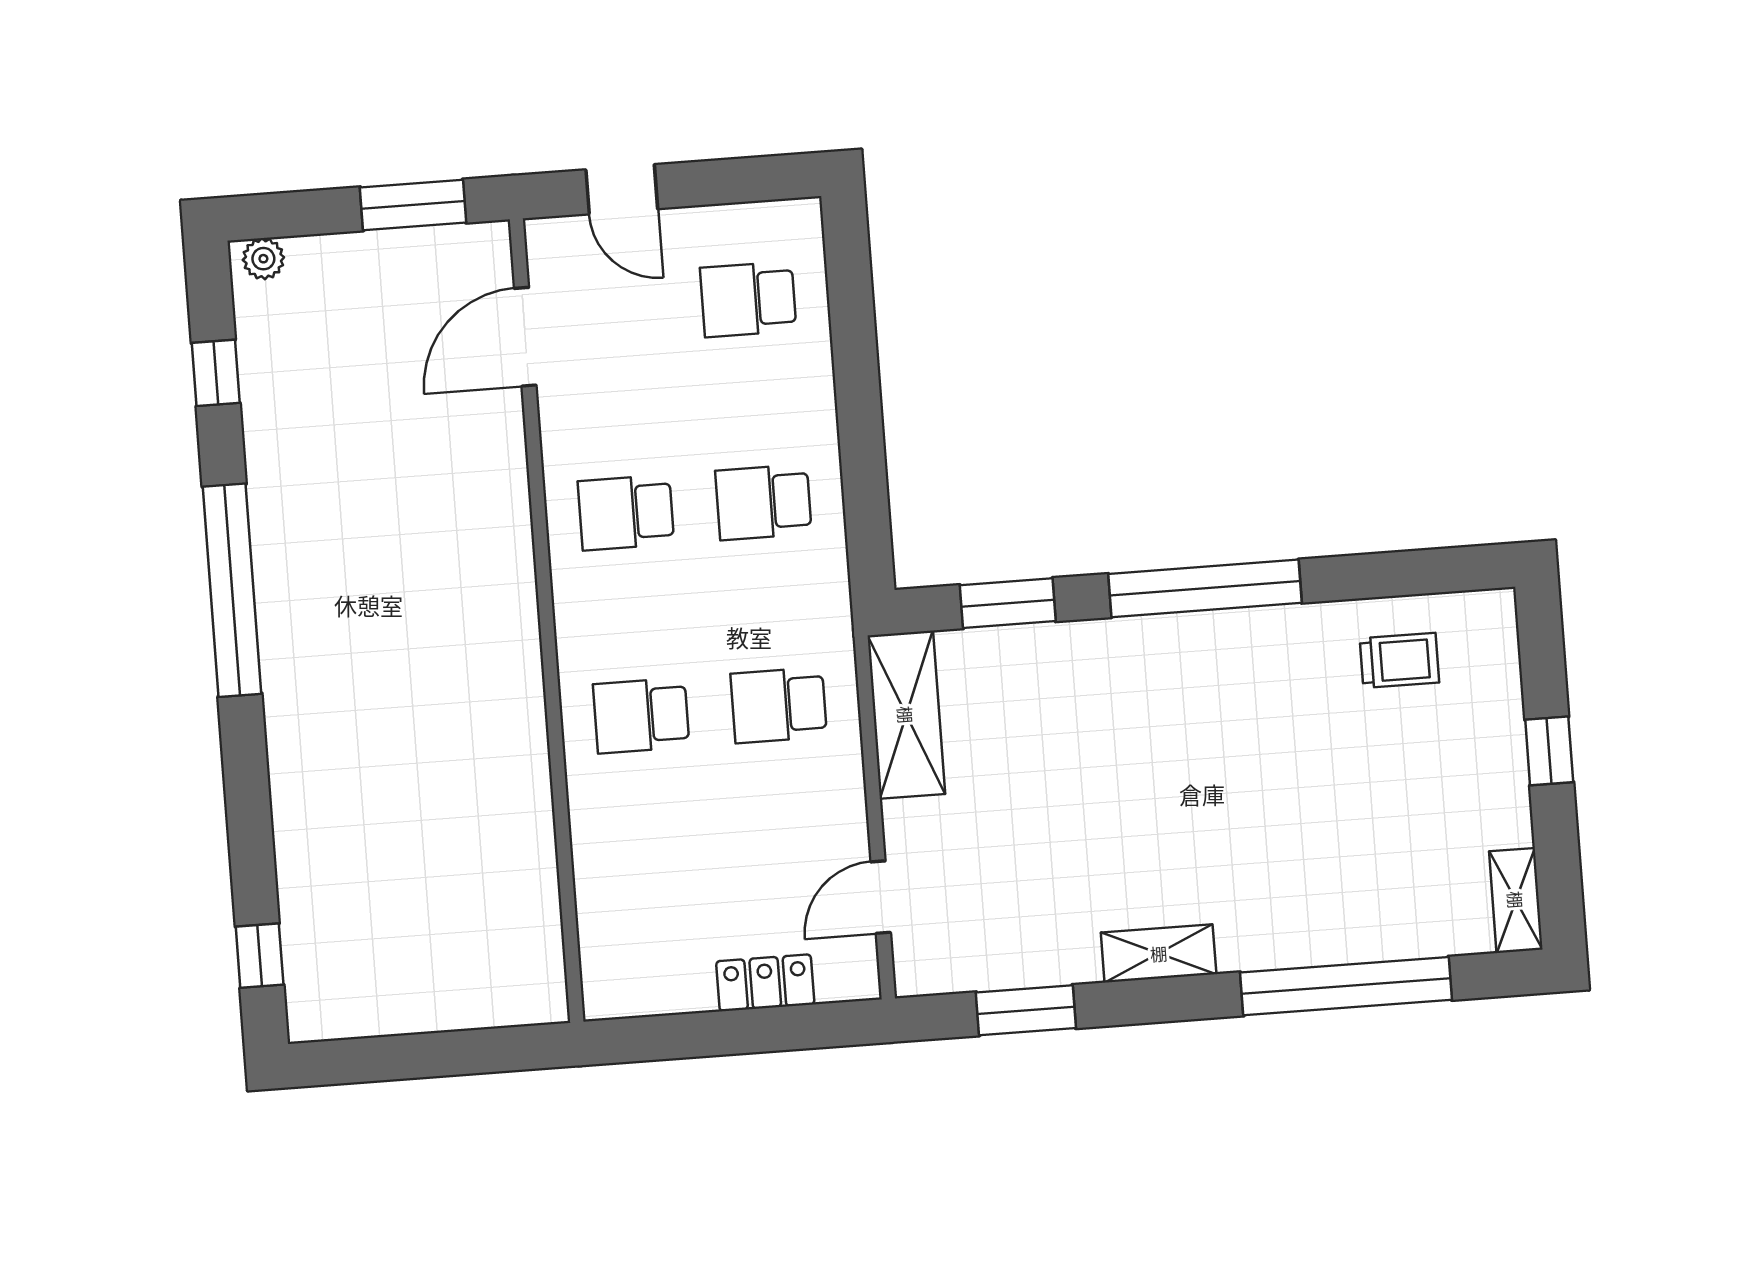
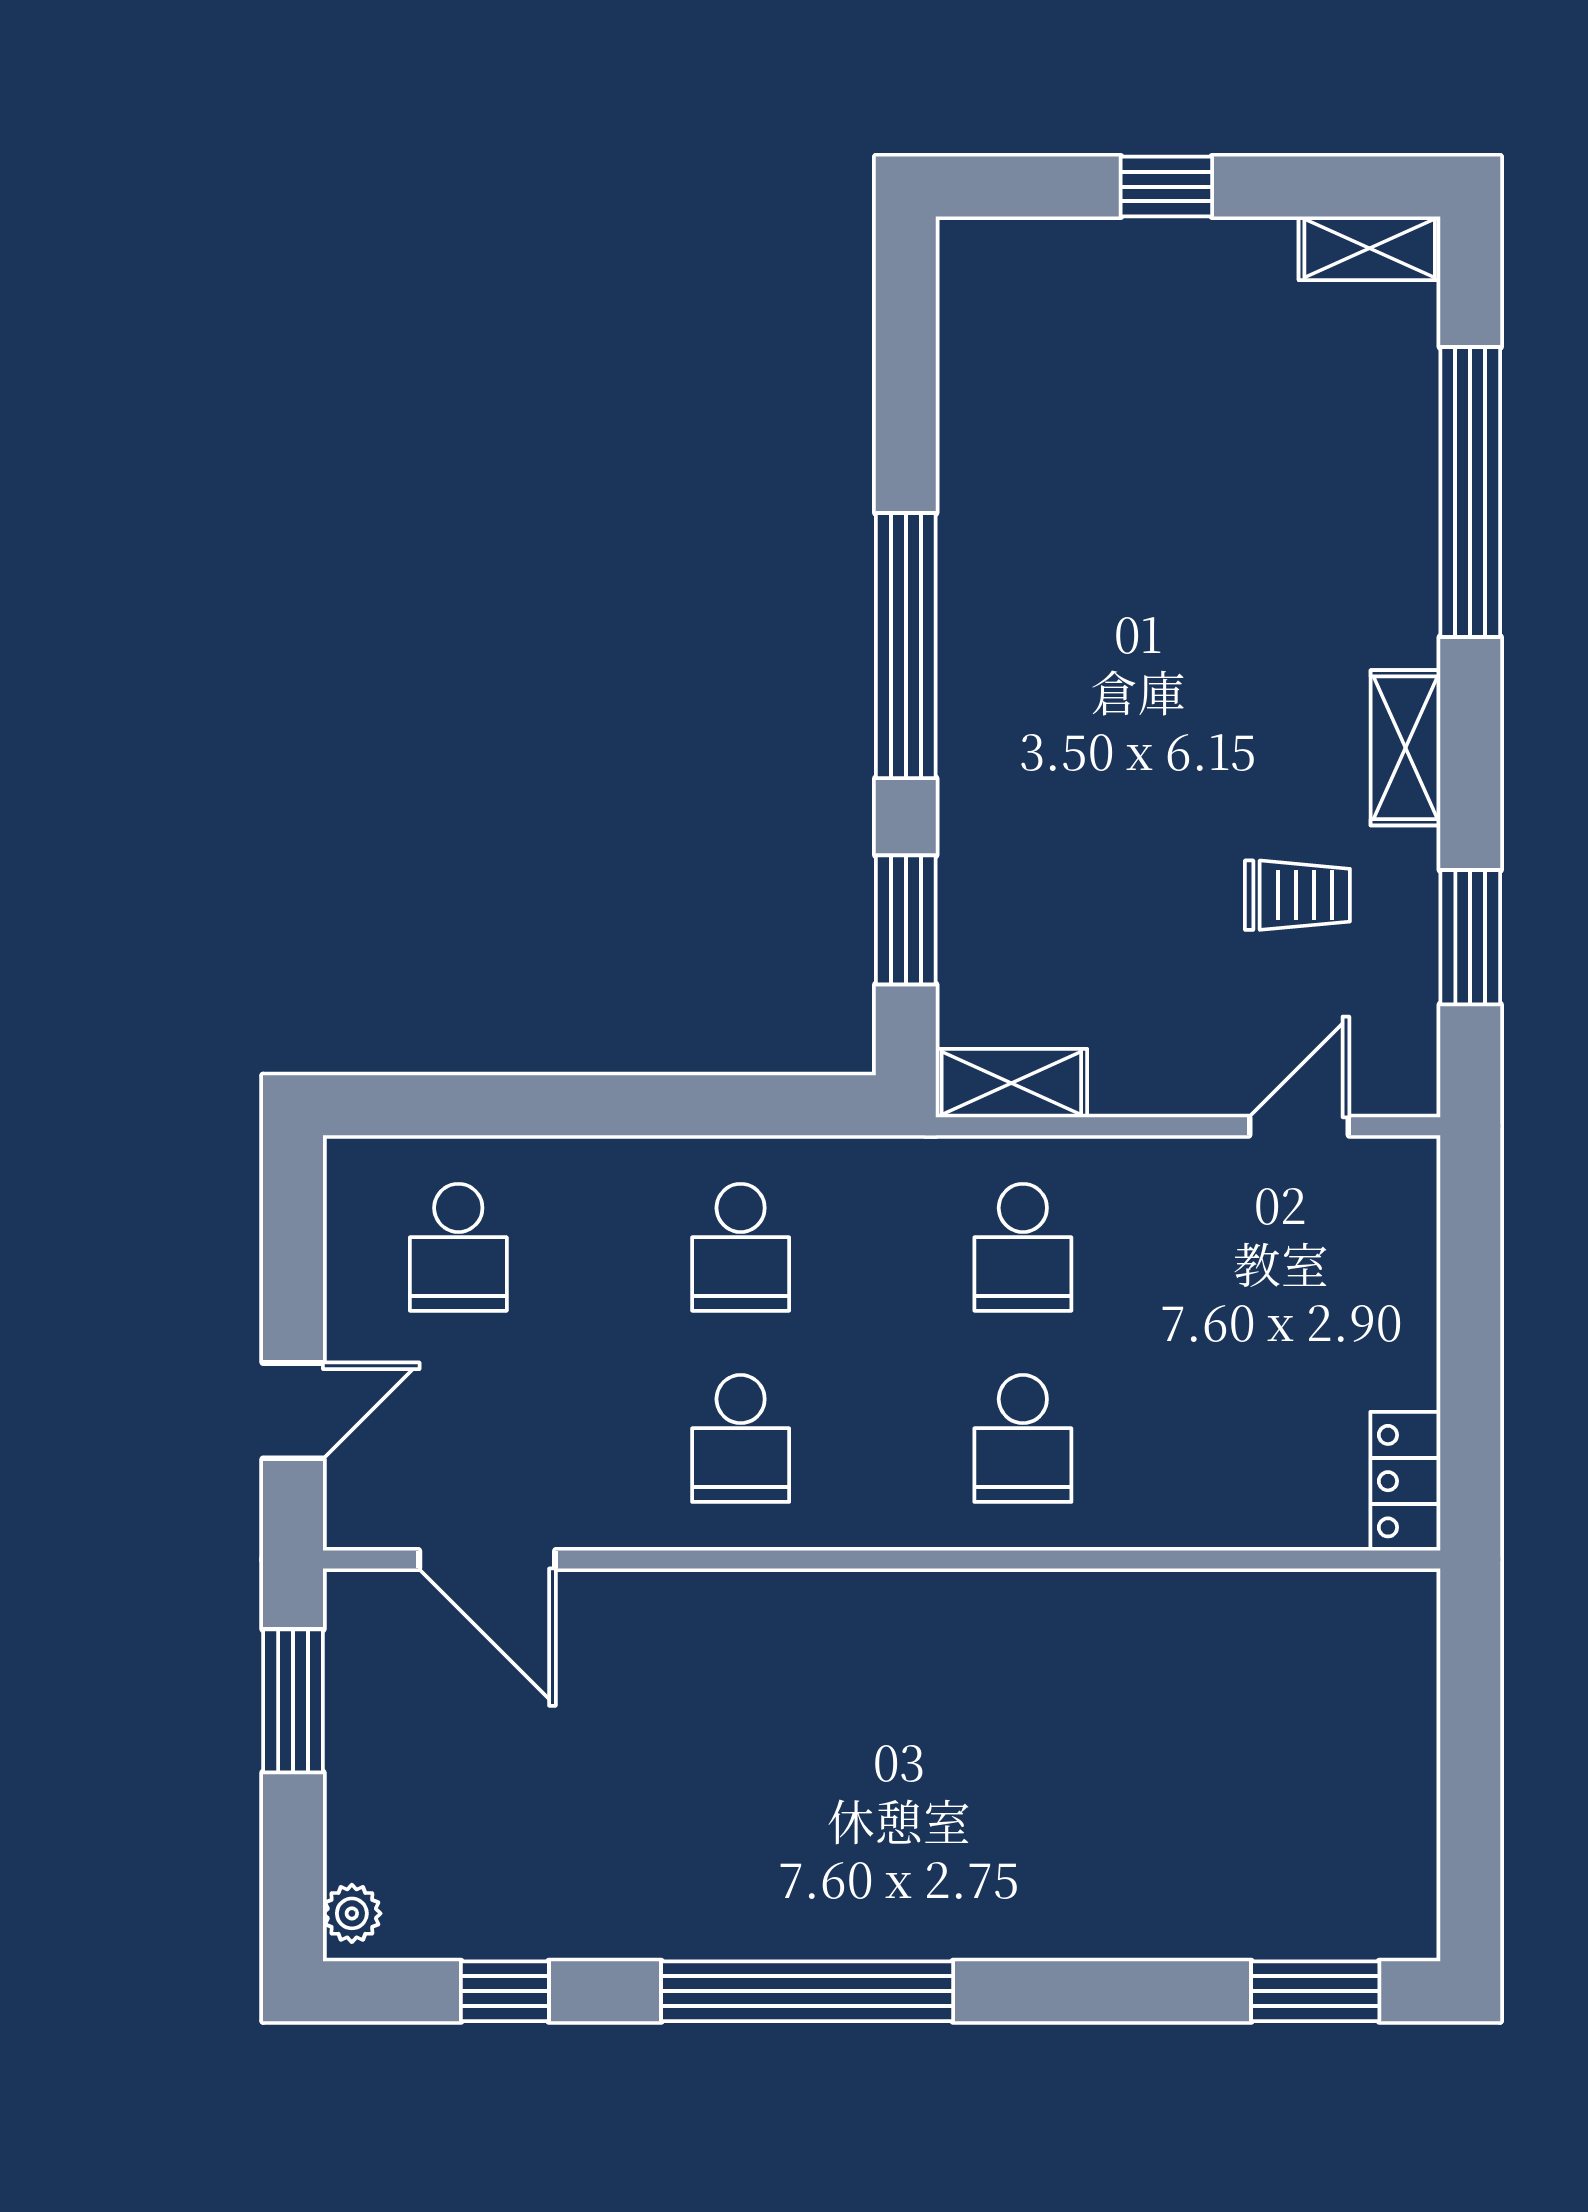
trolley: (1399, 660) -> (1297, 895), moved, turned 90
shelving: (906, 715) -> (1011, 1083), width x0.67, depth x0.75
door: (881, 897) -> (1299, 1126), swing flipped
window: (260, 956) -> (1315, 1991), width x1.50
locker: (765, 983) -> (1405, 1481), moved

